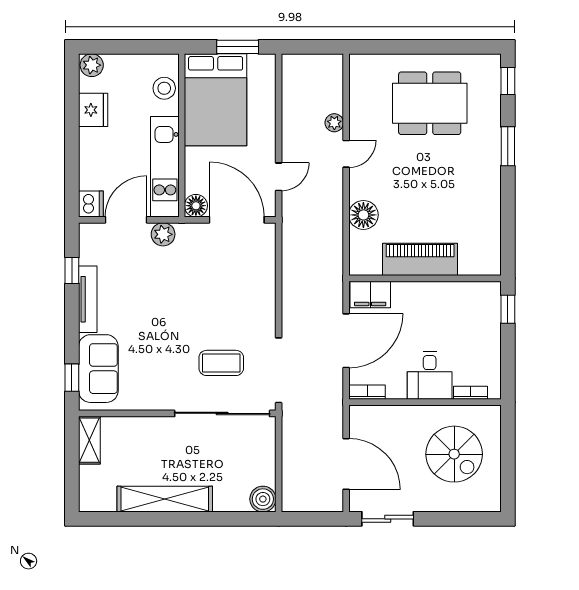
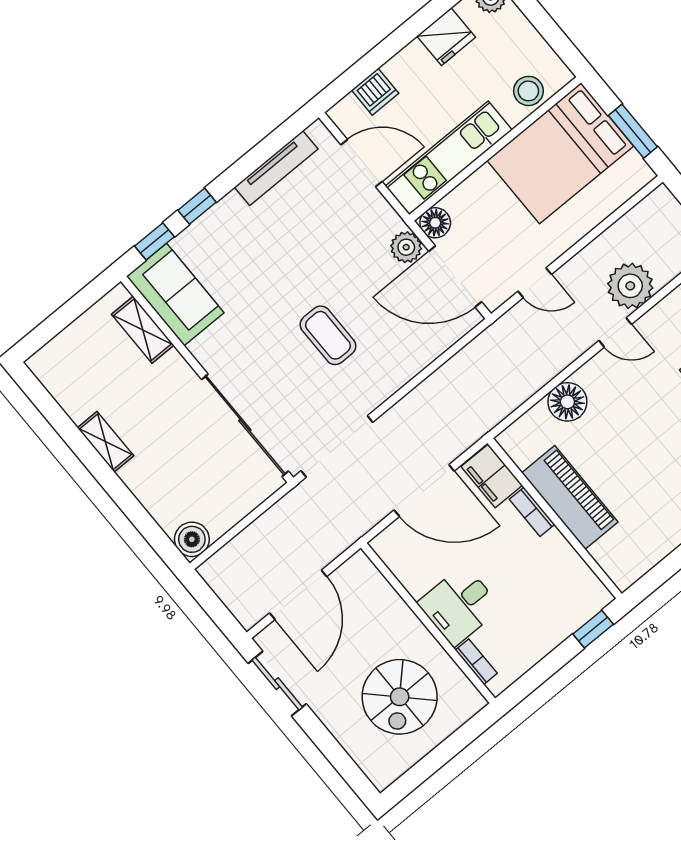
plant: (334, 123) -> (630, 286), width x1.88, depth x1.88
dishwasher: (91, 204) -> (375, 92), moved
door: (237, 220) -> (455, 276), swing flipped
plant: (163, 234) -> (406, 247), moved
window: (72, 270) -> (197, 206), moved
tv unit: (88, 299) -> (276, 168), moved
coffee table: (221, 363) -> (328, 335), moved
sofa: (98, 369) -> (175, 294), moved, turned -90
bookcase: (367, 392) -> (532, 512), moved, turned 180
shelving: (89, 440) -> (143, 330), moved, turned 90
shelving: (165, 499) -> (106, 442), width x0.45, depth x0.75

